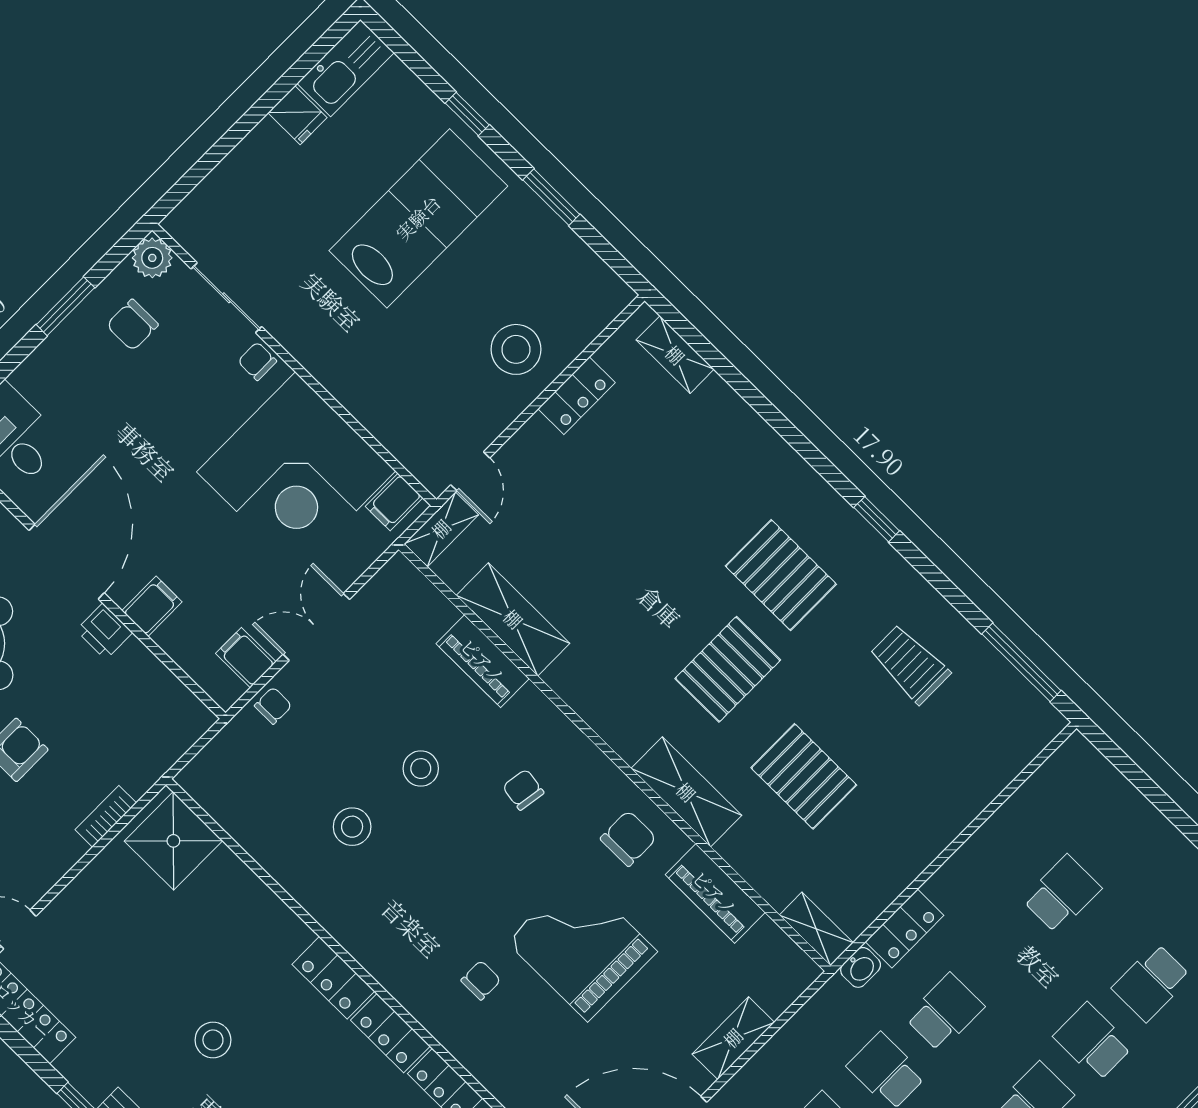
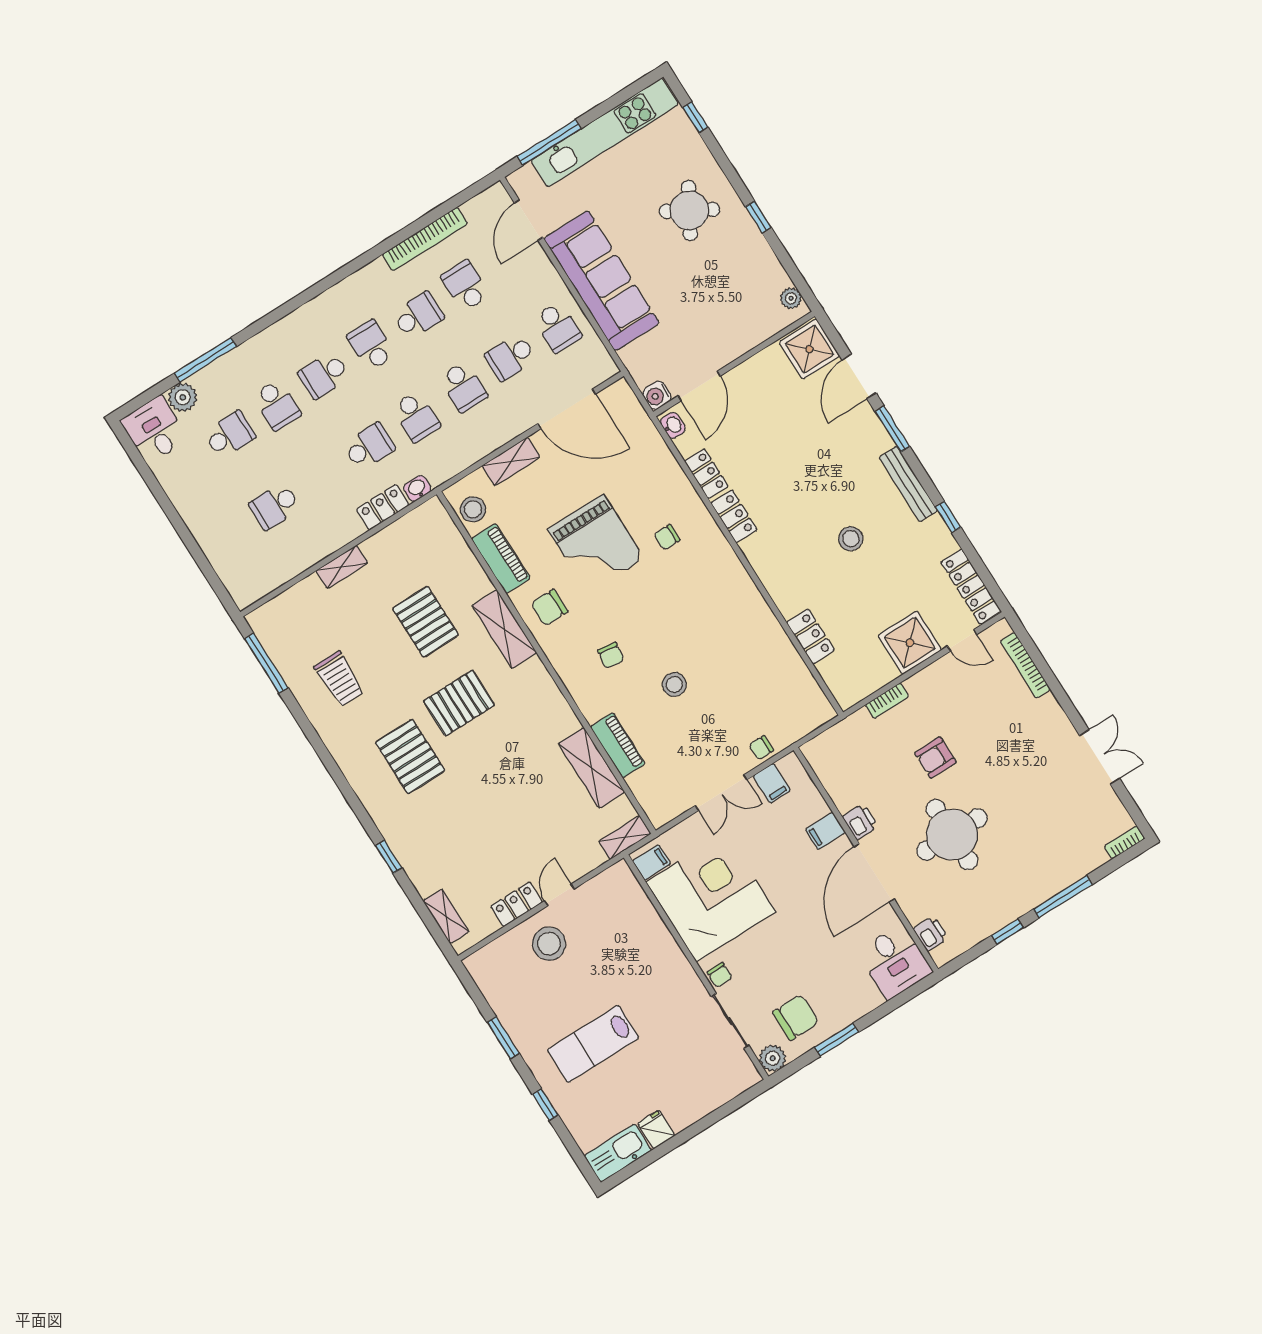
lab bench: (418, 218) -> (593, 1044), width x0.73, depth x0.72
chair: (132, 325) -> (796, 1017), width x1.37, depth x1.37
door: (470, 471) -> (559, 895), moved
window: (877, 519) -> (389, 857), moved
stool: (352, 827) -> (473, 509), moved
shower: (173, 841) -> (910, 643), moved
shelving: (816, 929) -> (342, 567), moved, turned 90
locker: (333, 978) -> (810, 636), moved
school desk: (945, 1012) -> (369, 446), turned 180

